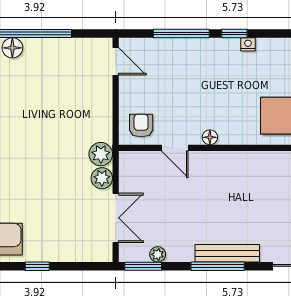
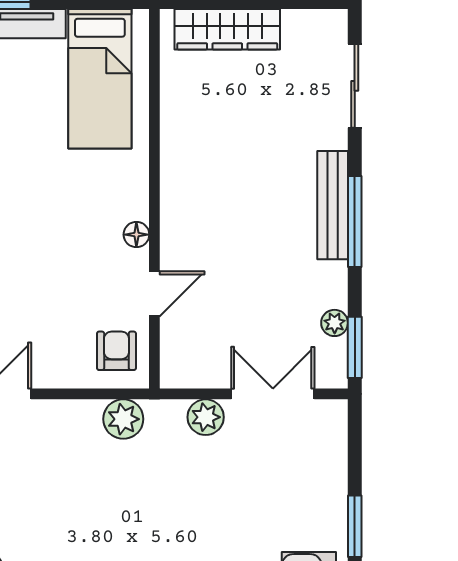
armchair: (141, 125) -> (116, 351), turned 90
plant: (101, 154) -> (123, 419), moved
window: (37, 266) -> (355, 526), width x1.50

